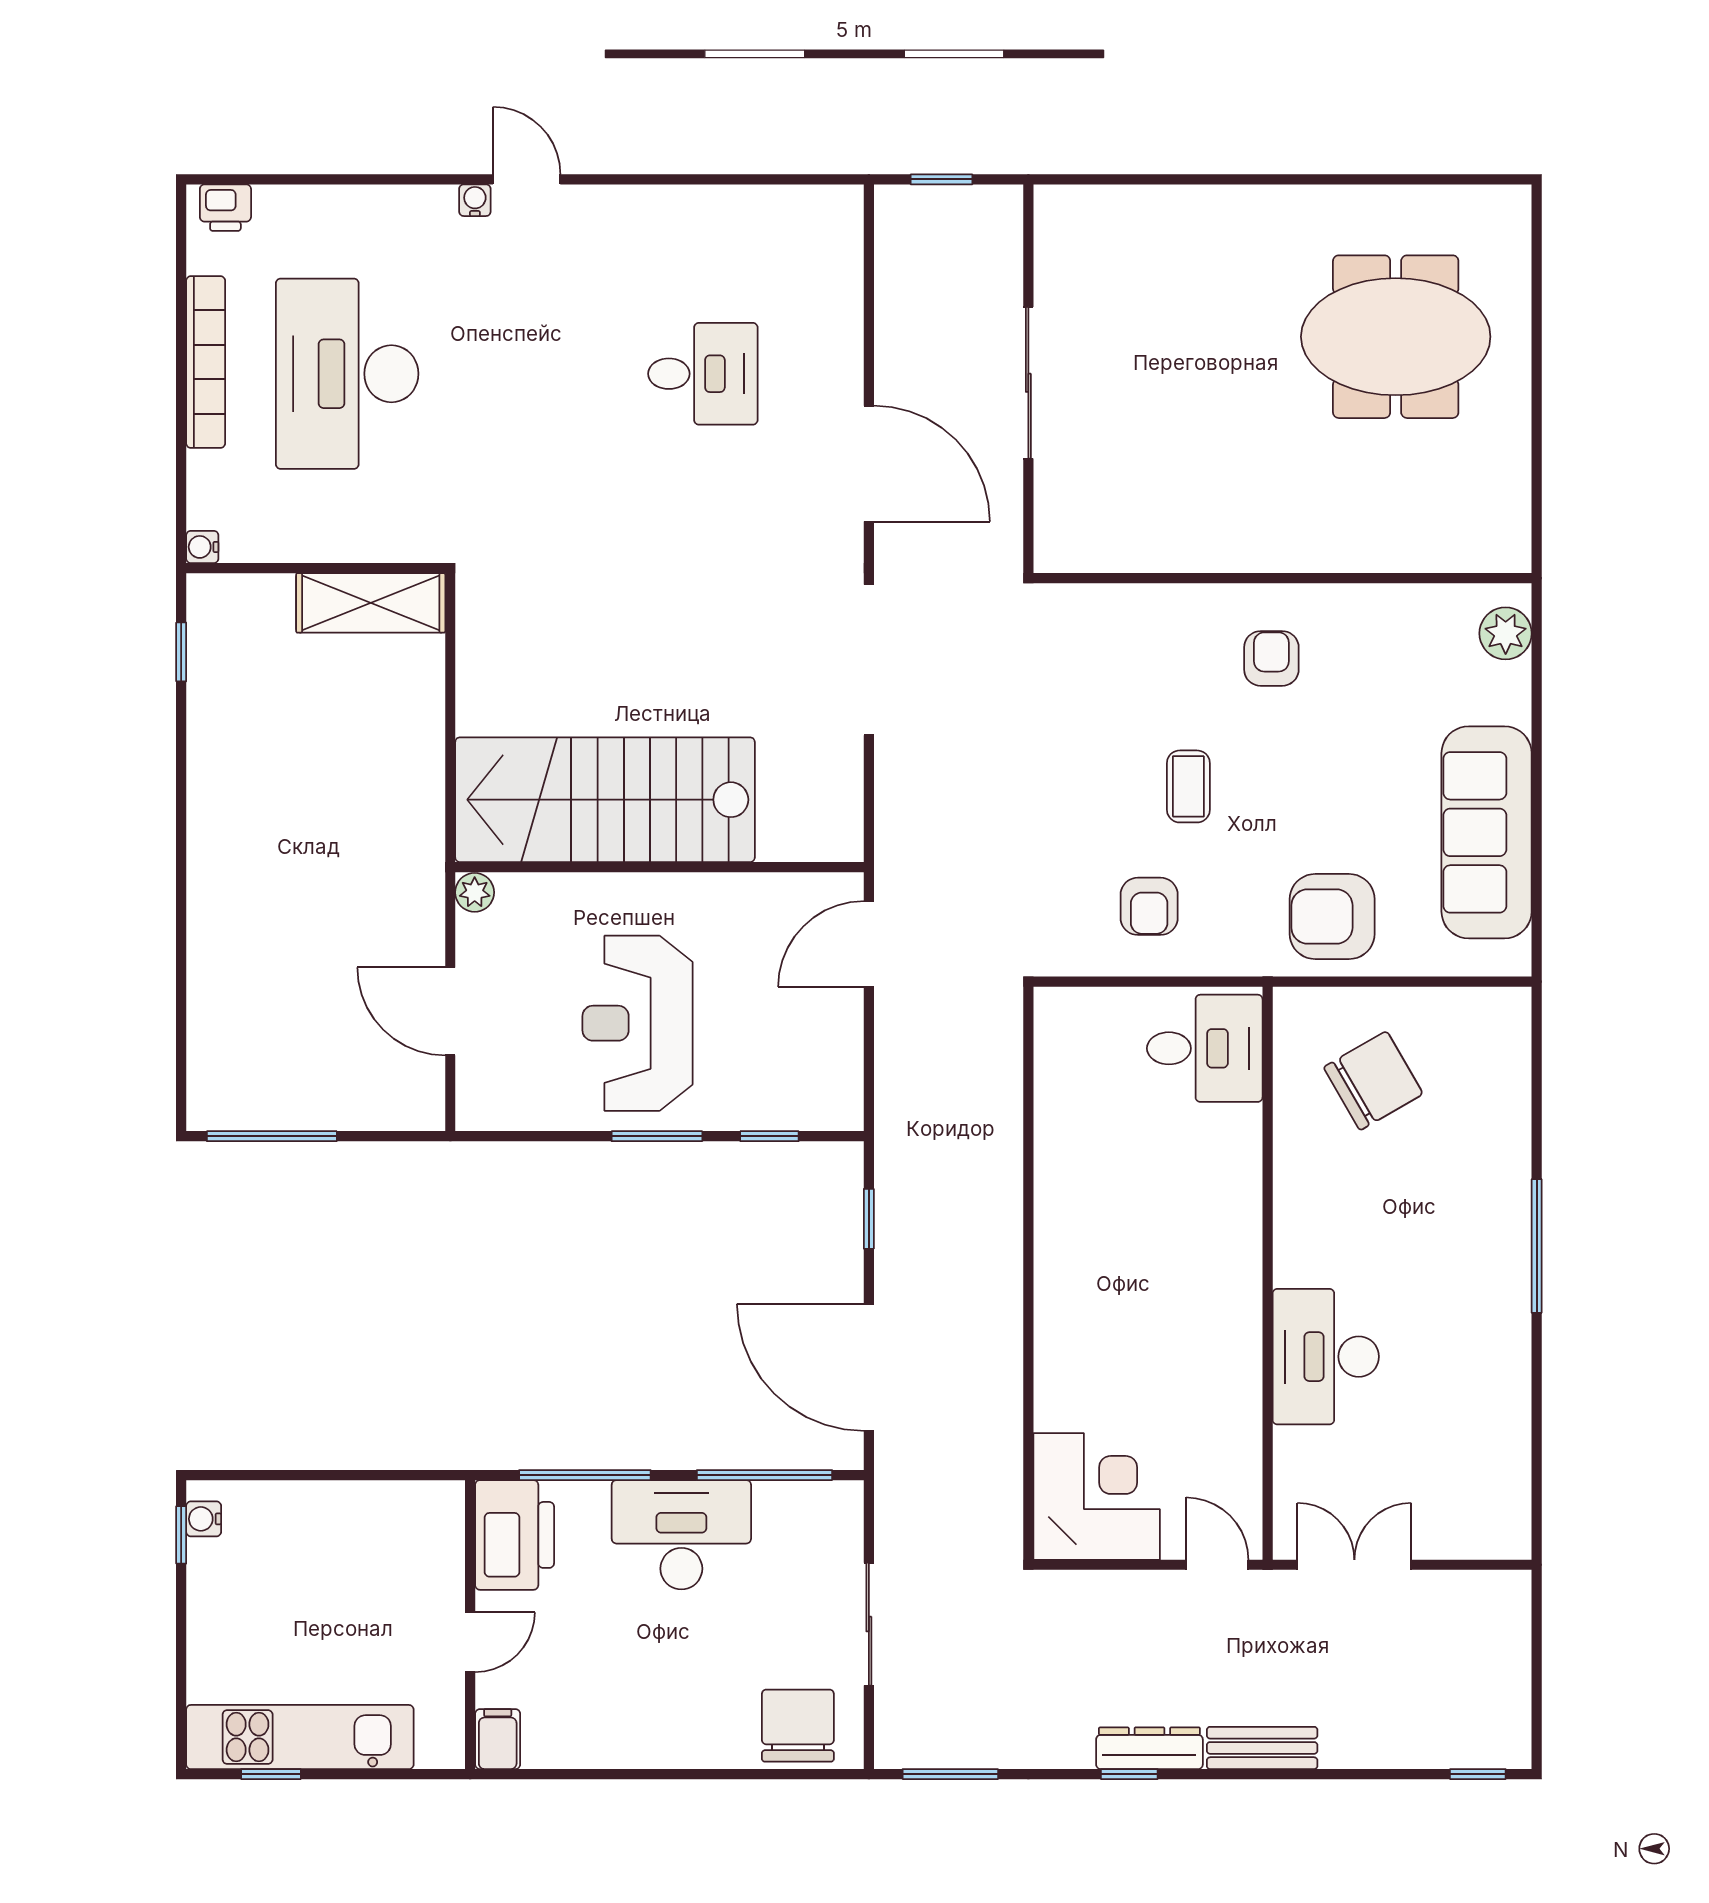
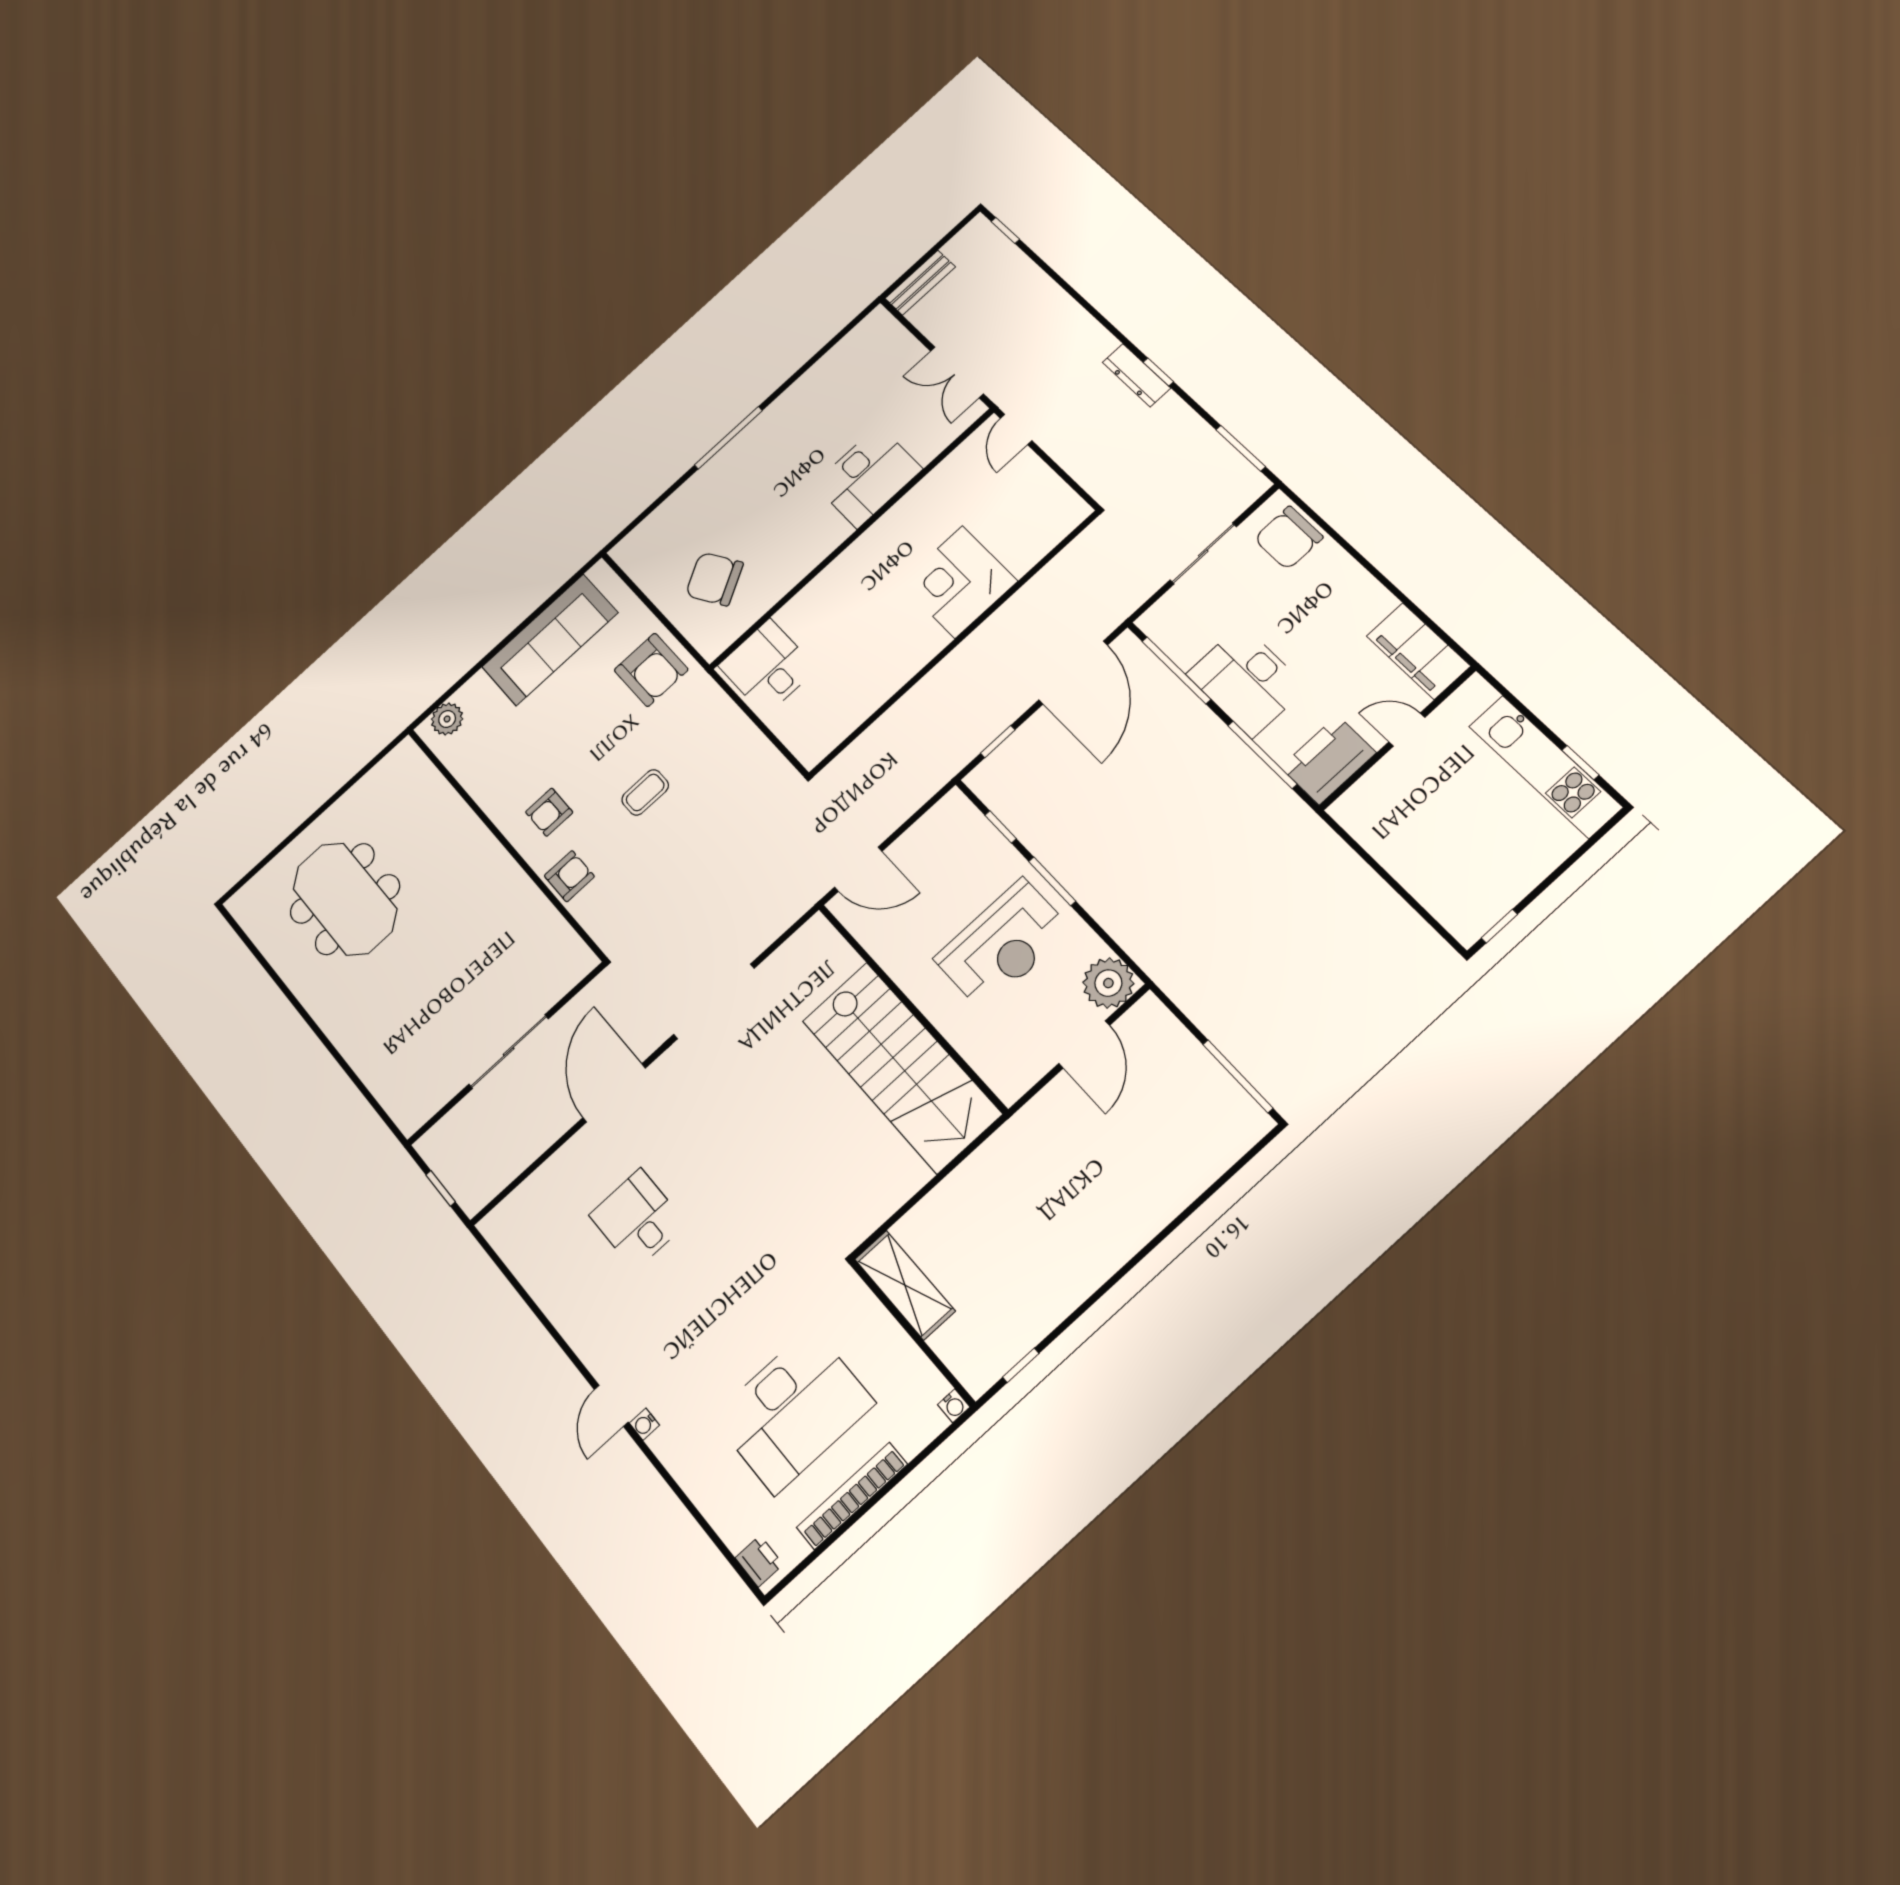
plant: (475, 892) -> (1108, 983), moved, width x1.88, depth x1.88
armchair: (1149, 906) -> (569, 876), moved
corner desk: (1097, 1496) -> (959, 582), moved
water cooler: (204, 1519) -> (1479, 922), removed
filing cabinet: (498, 1739) -> (1418, 651), width x3.00, depth x1.17
bench: (1262, 1748) -> (920, 283), moved, turned 90

